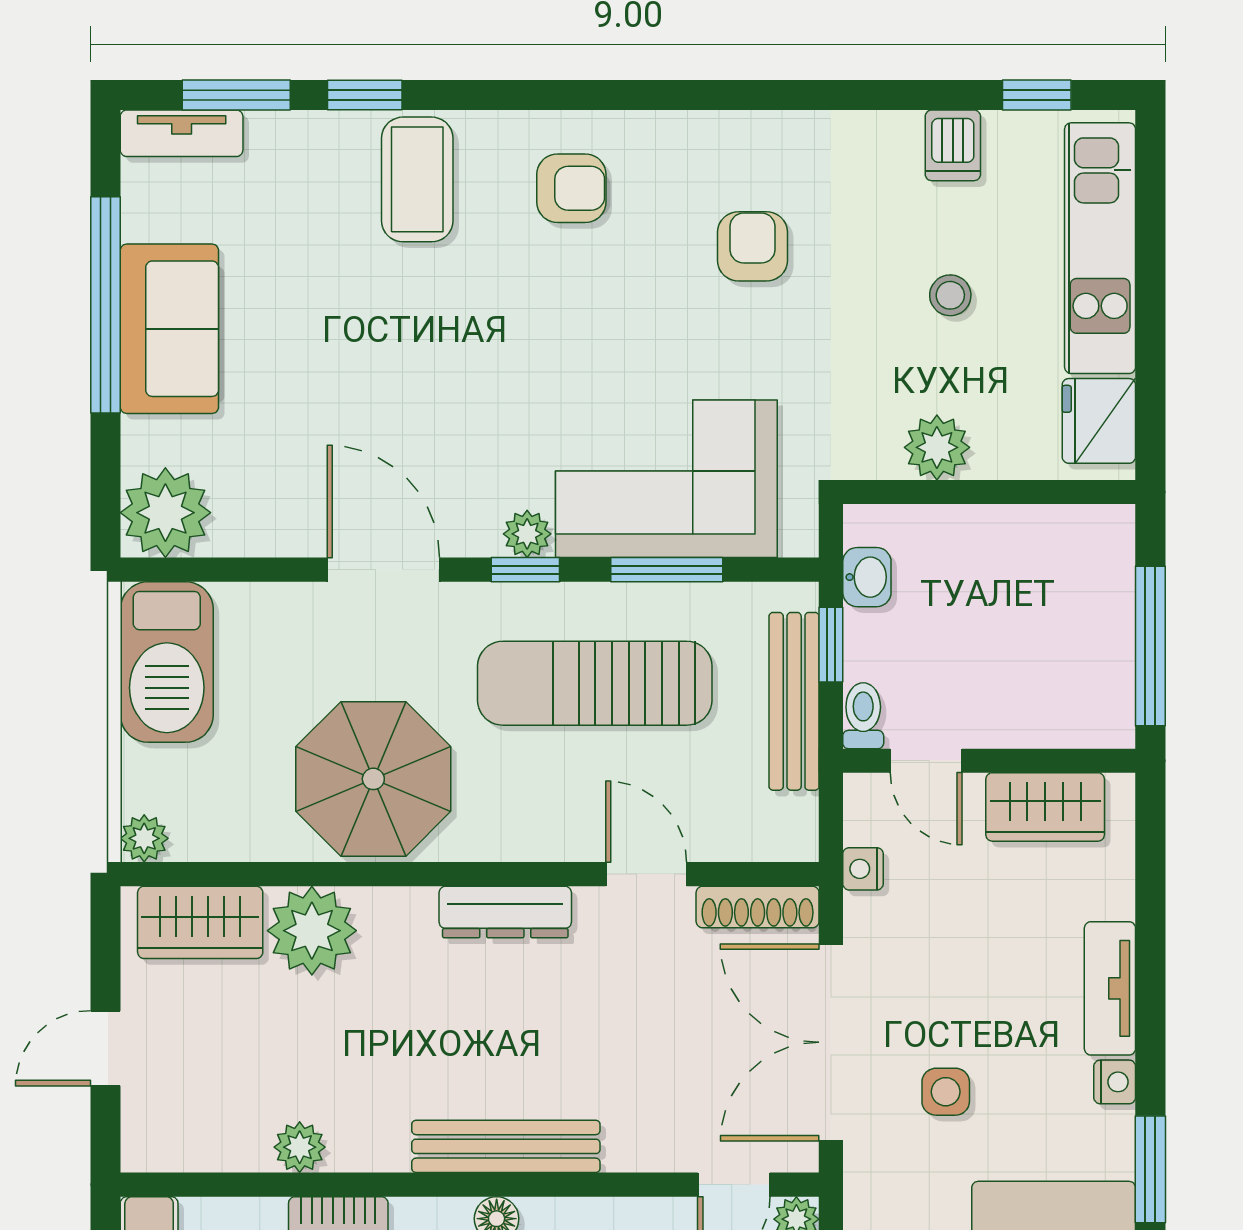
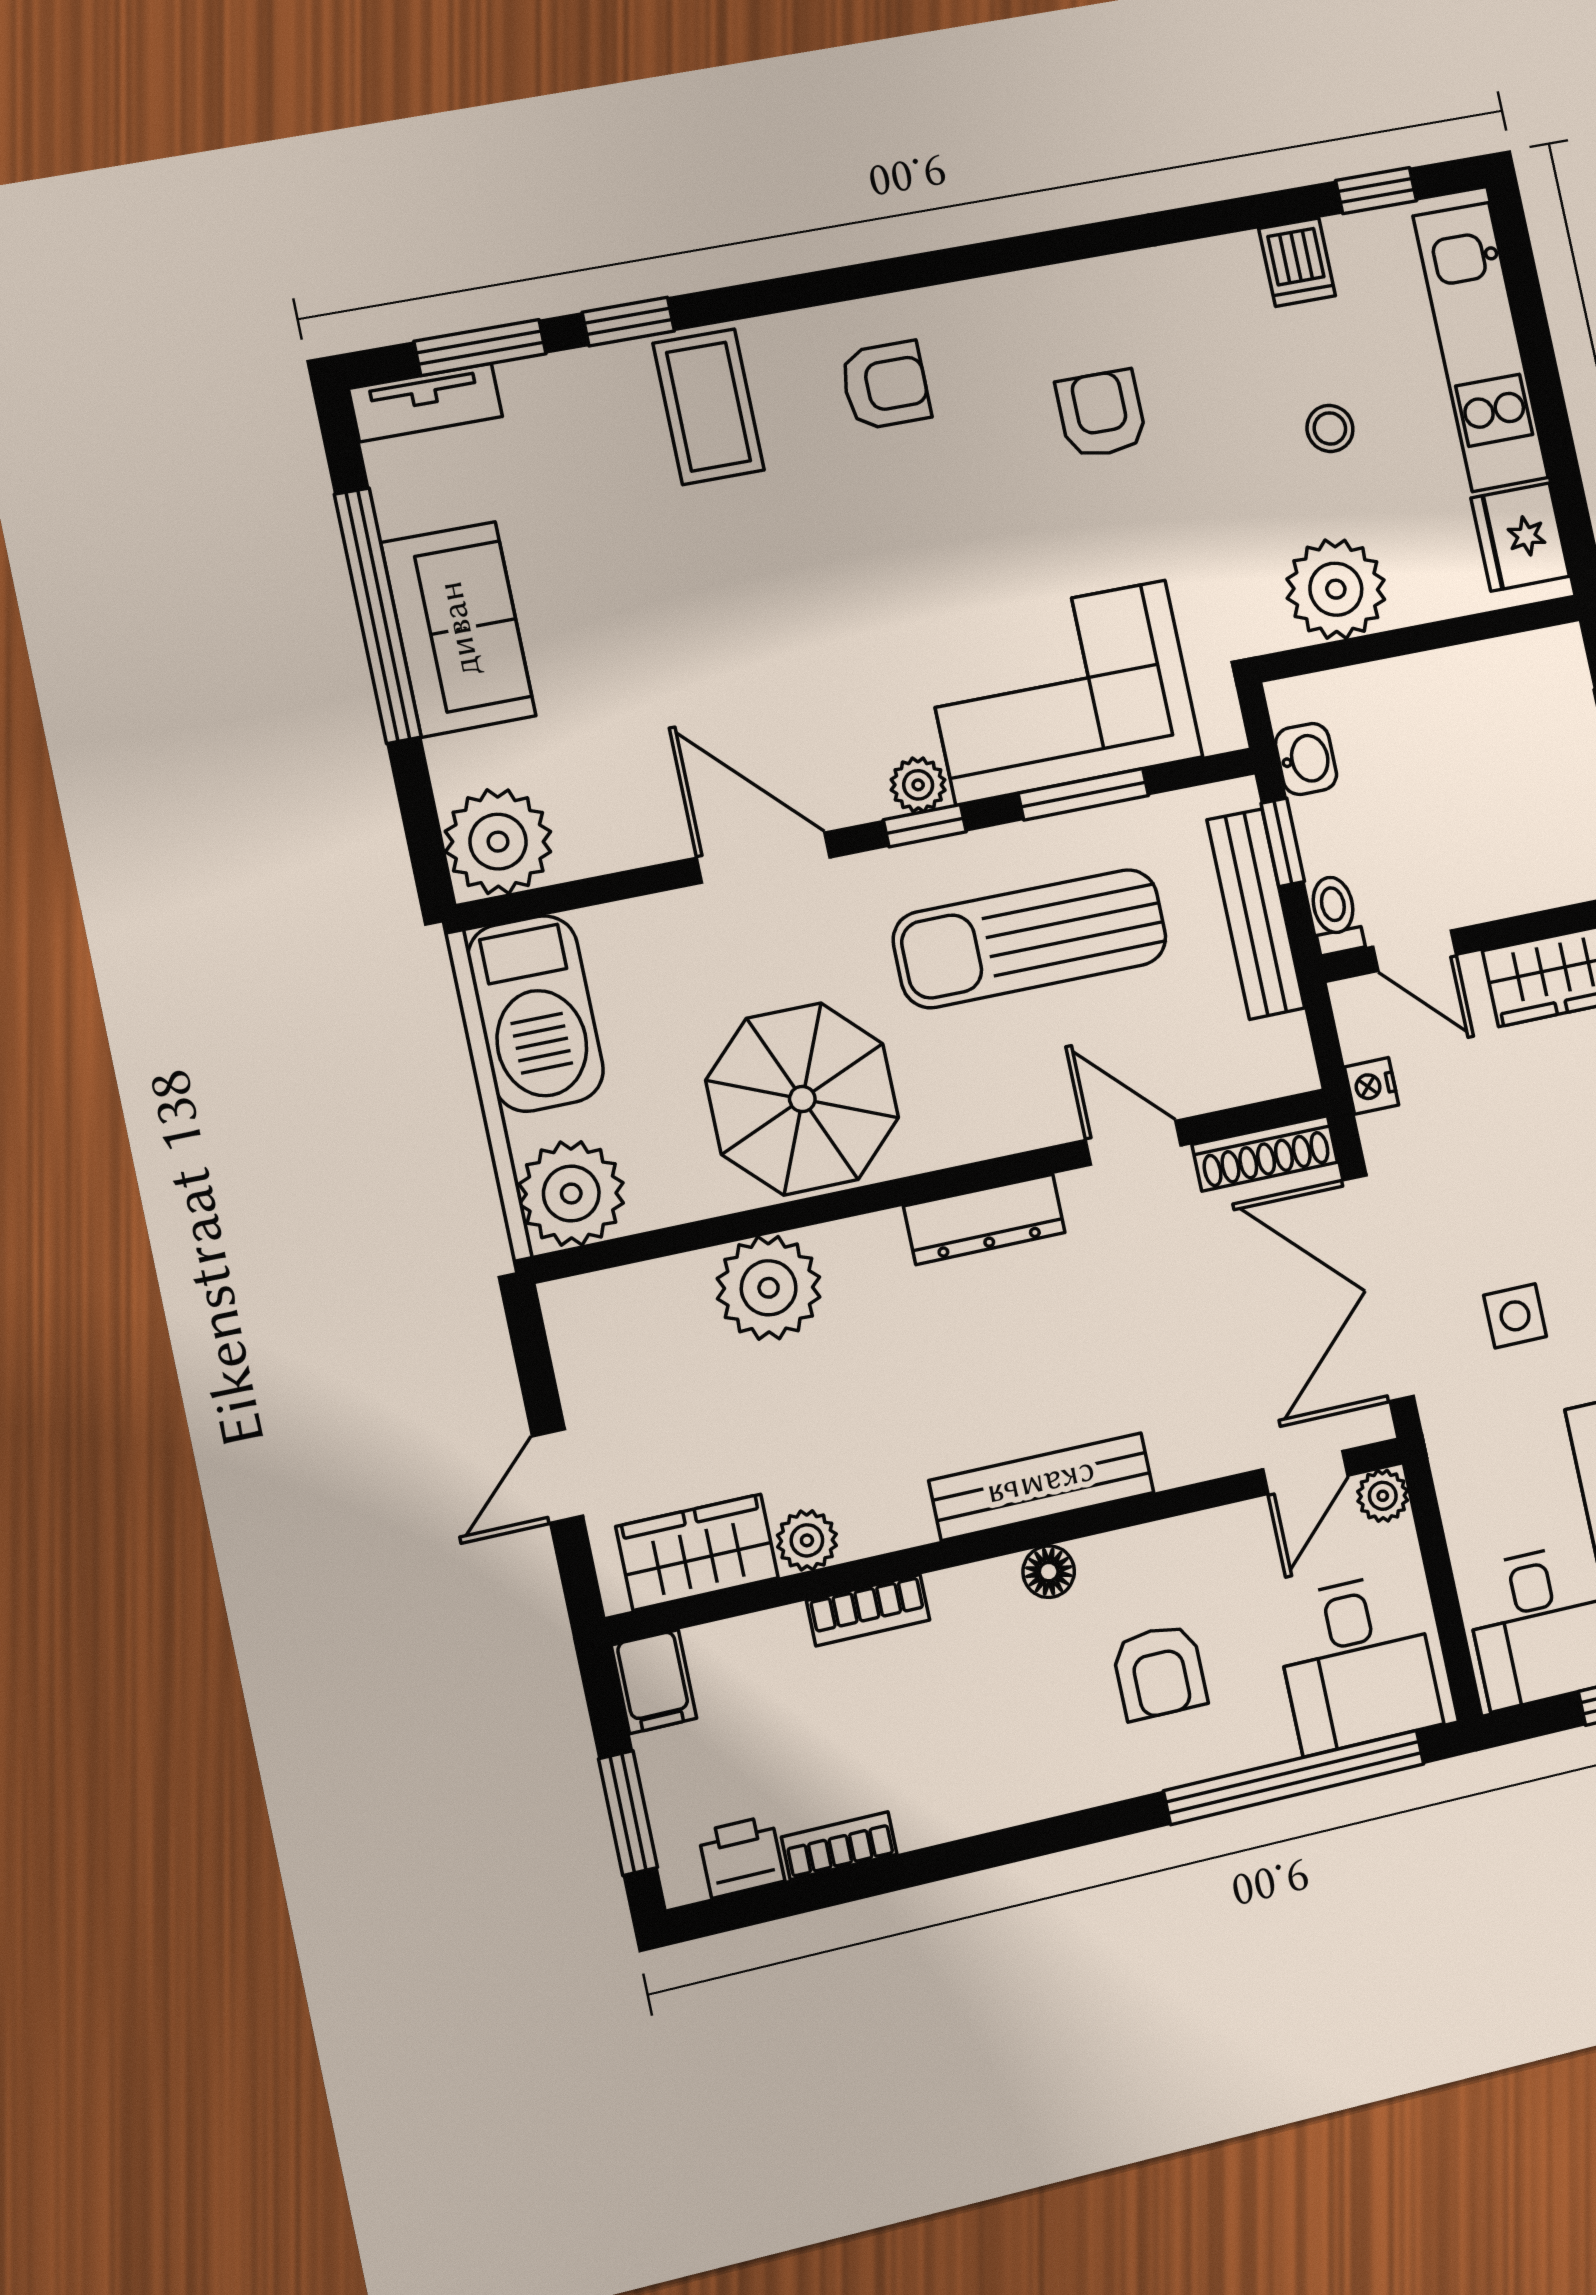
plant: (937, 447) -> (1336, 589), width x1.36, depth x1.36
plant: (144, 838) -> (571, 1194), width x1.87, depth x1.87
wardrobe: (200, 922) -> (697, 1552), moved, turned 180

